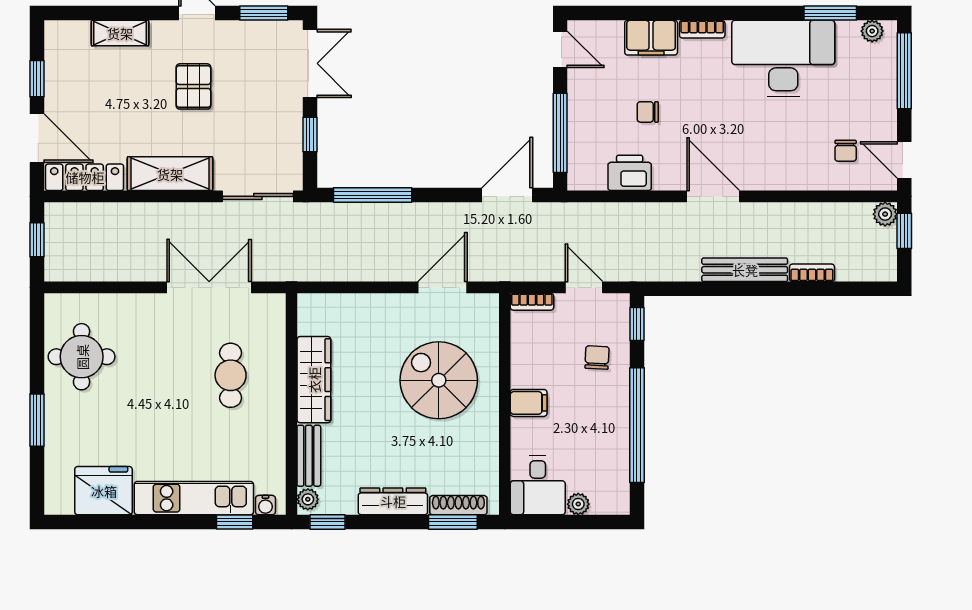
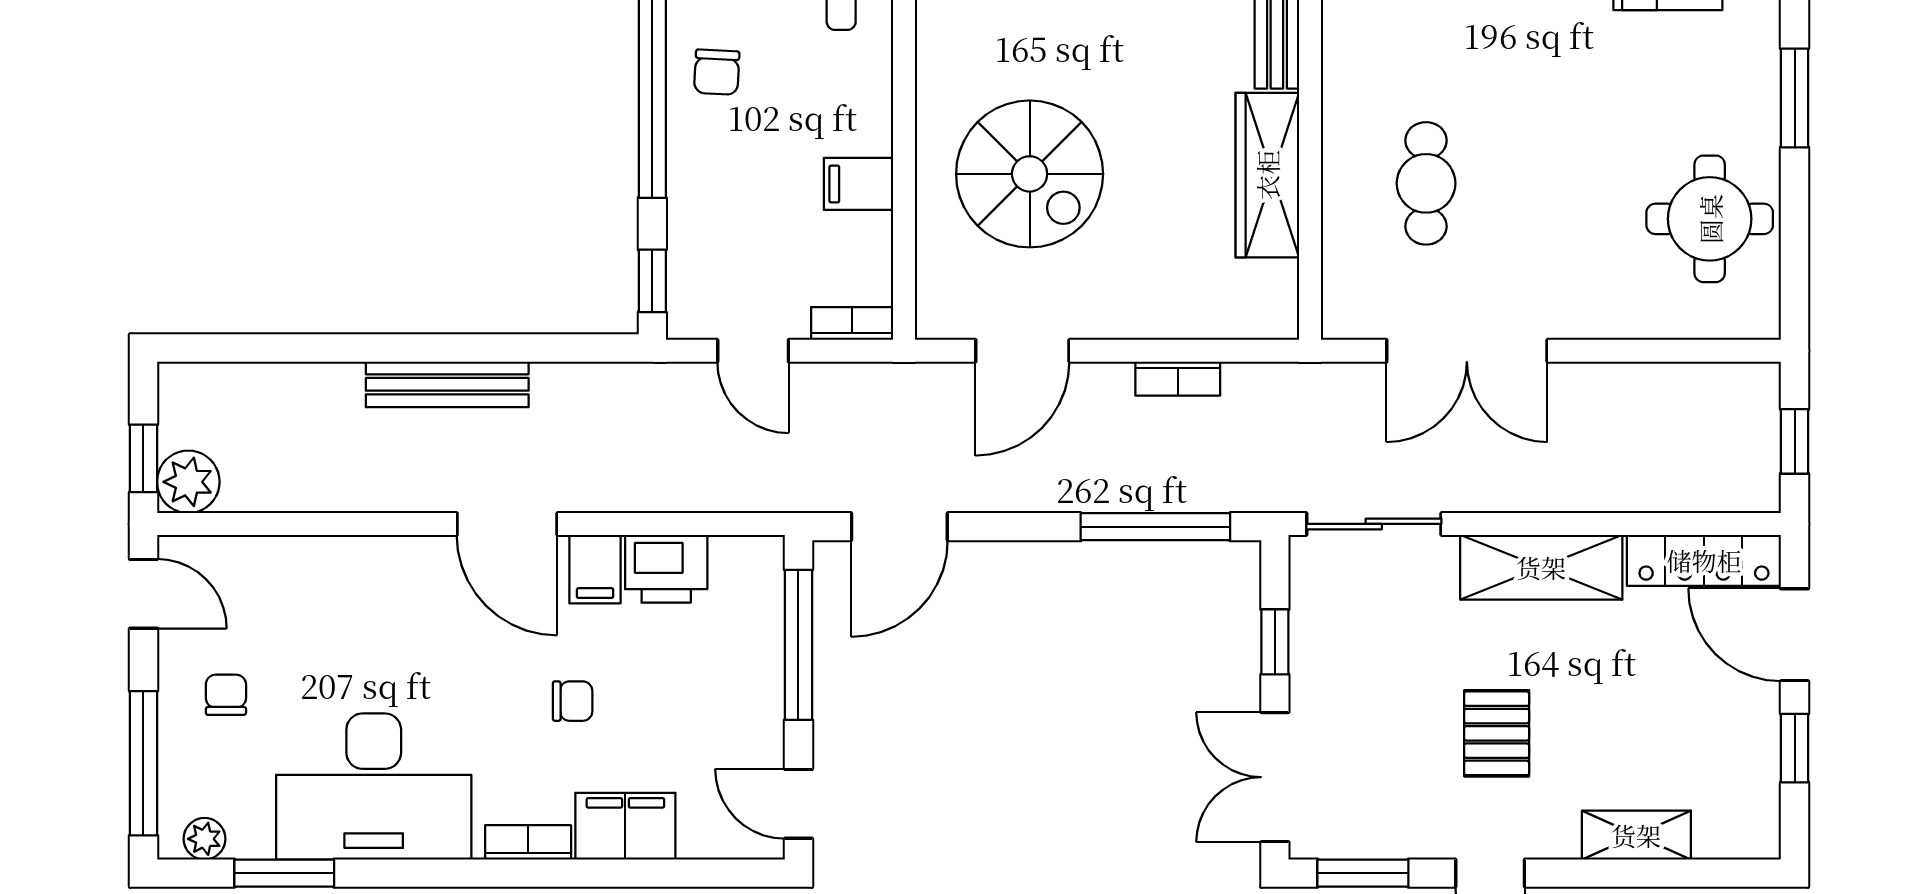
chair: (648, 112) -> (573, 701), moved
chair: (846, 151) -> (226, 695), moved
filing cabinet: (667, 173) -> (595, 569), added
plant: (885, 214) -> (188, 482), width x1.38, depth x1.38
bookcase: (812, 273) -> (1178, 379), moved
chair: (597, 358) -> (717, 72), moved
filing cabinet: (529, 403) -> (859, 184), moved

